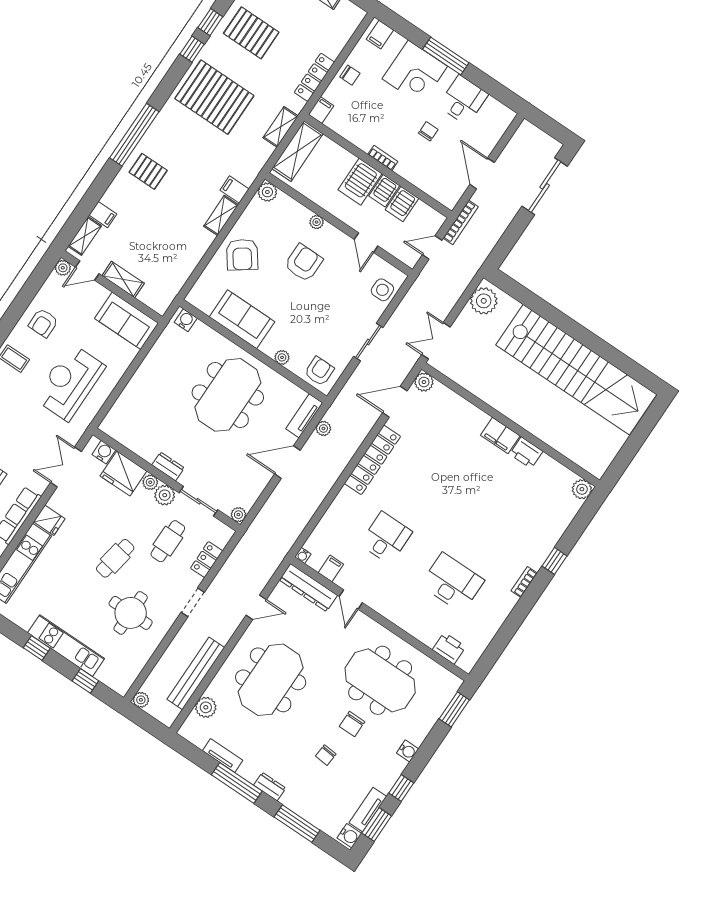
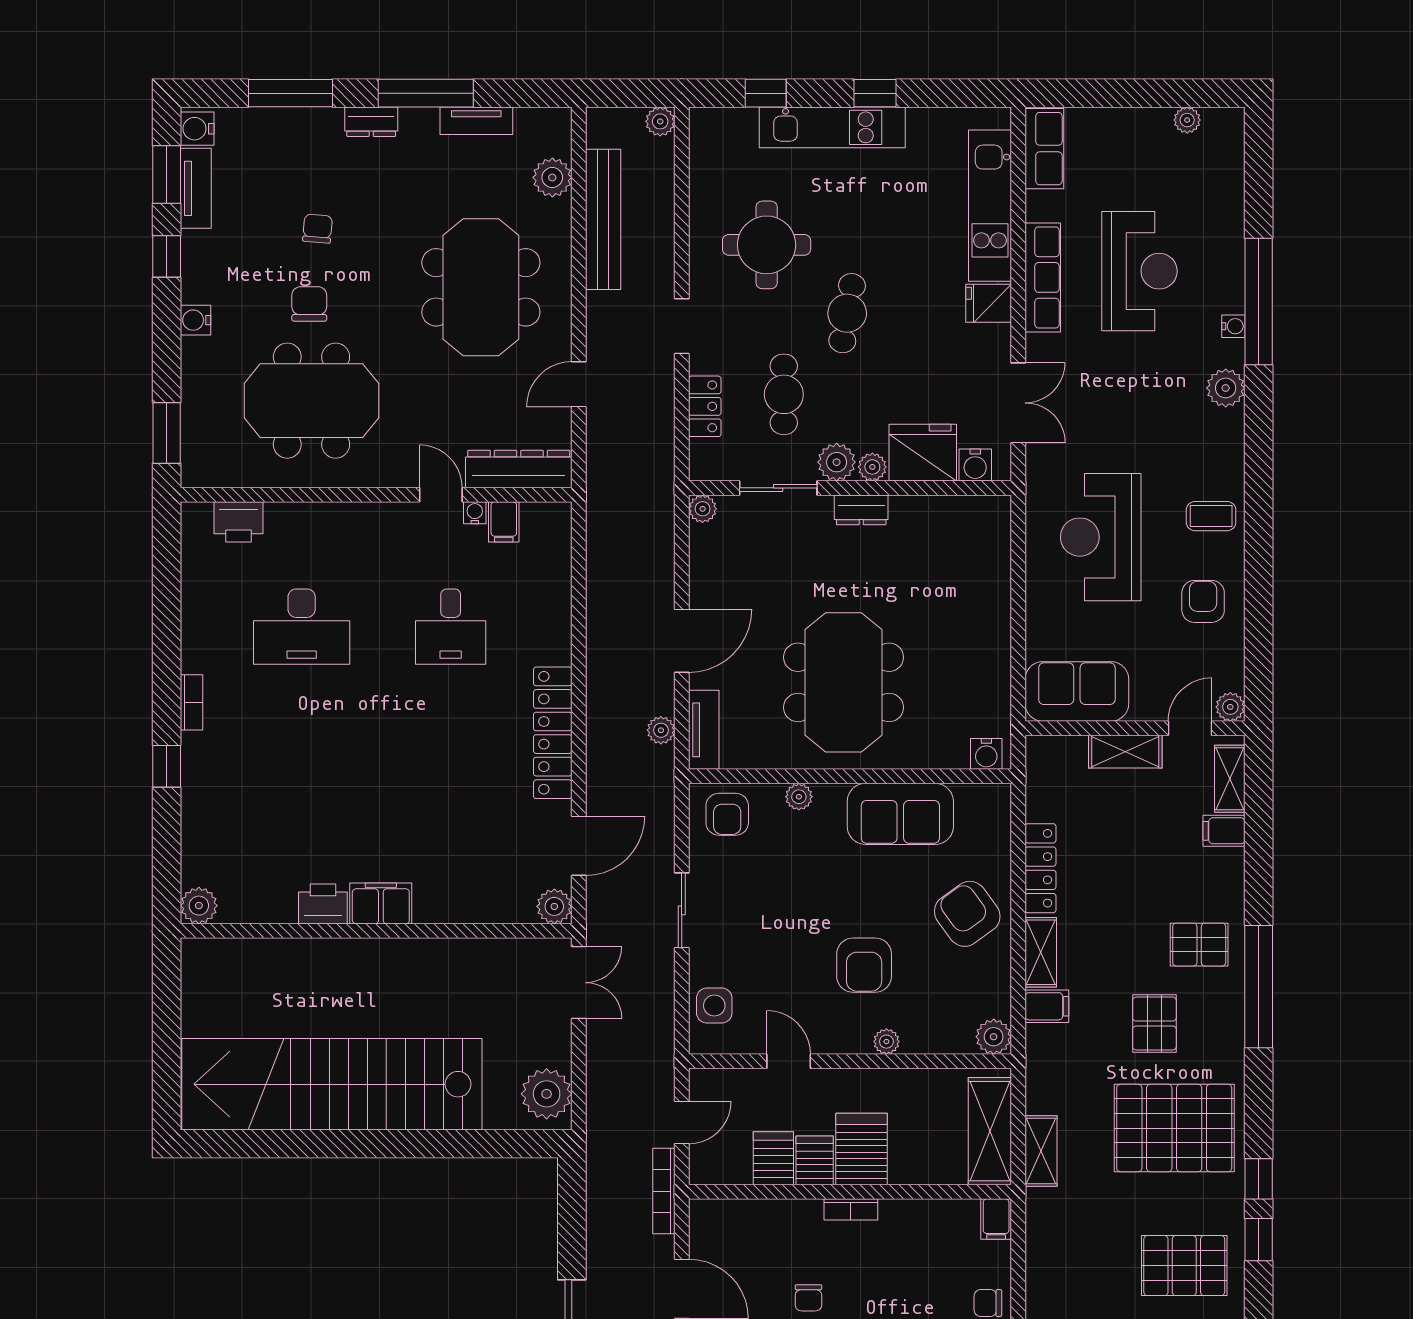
locker: (314, 77) -> (1040, 868), moved
pallet: (192, 150) -> (1154, 1024), added
reception desk: (70, 382) -> (1101, 537), turned 180
water cooler: (303, 555) -> (475, 513), moved

